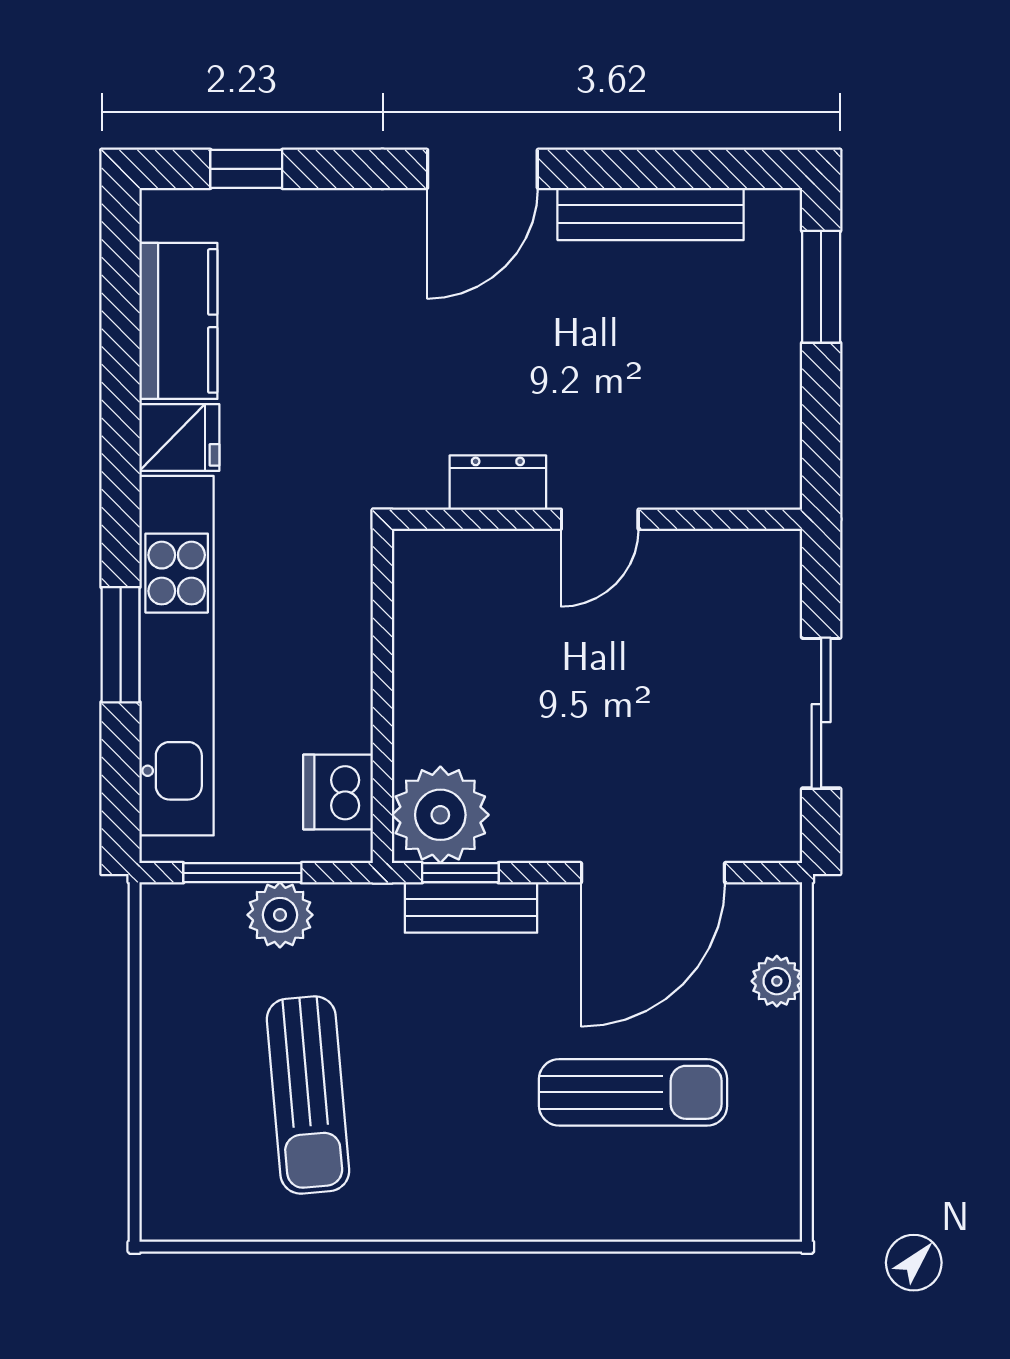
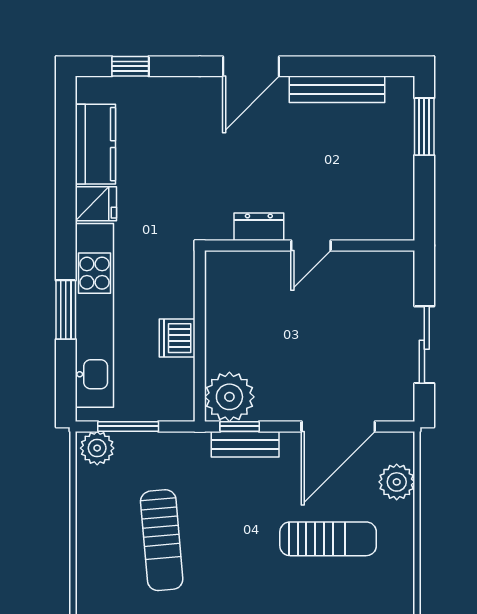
dishwasher: (338, 792) -> (177, 338), moved
plant: (280, 915) -> (97, 448), moved
plant: (777, 981) -> (397, 482), width x1.38, depth x1.38

